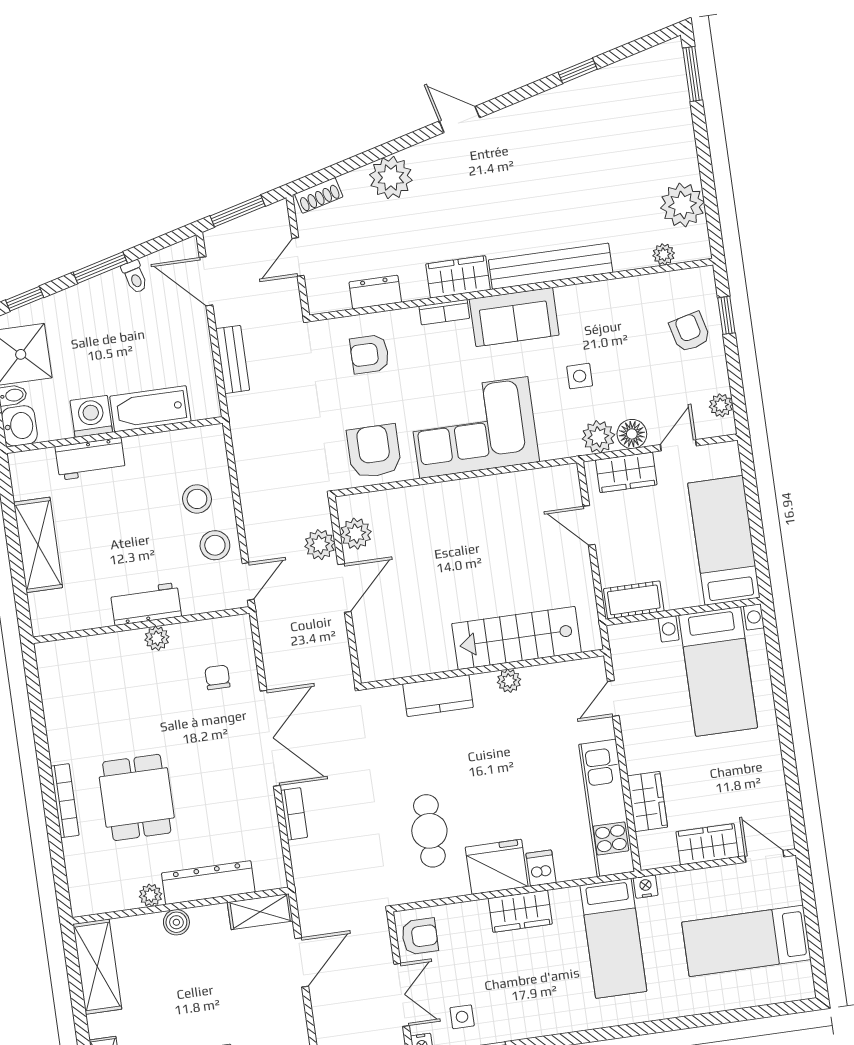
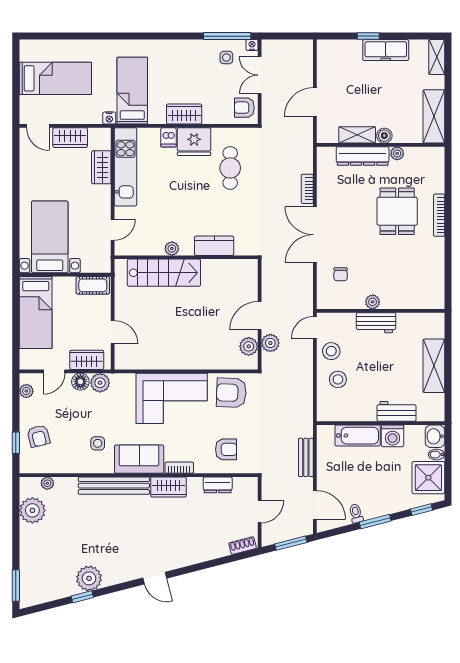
plant: (391, 178) -> (89, 578), moved
side table: (580, 376) -> (98, 443), moved
armchair: (374, 451) -> (231, 393), turned 92
shelving: (260, 912) -> (357, 135), moved

